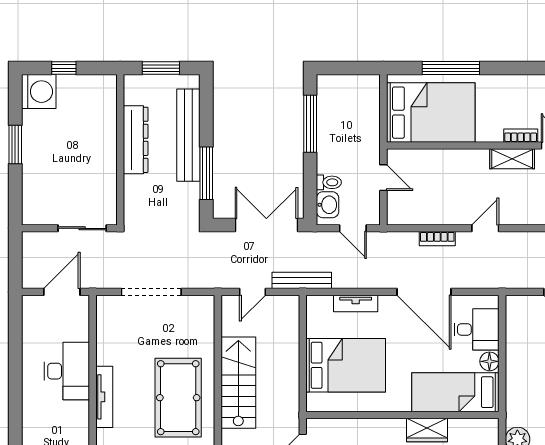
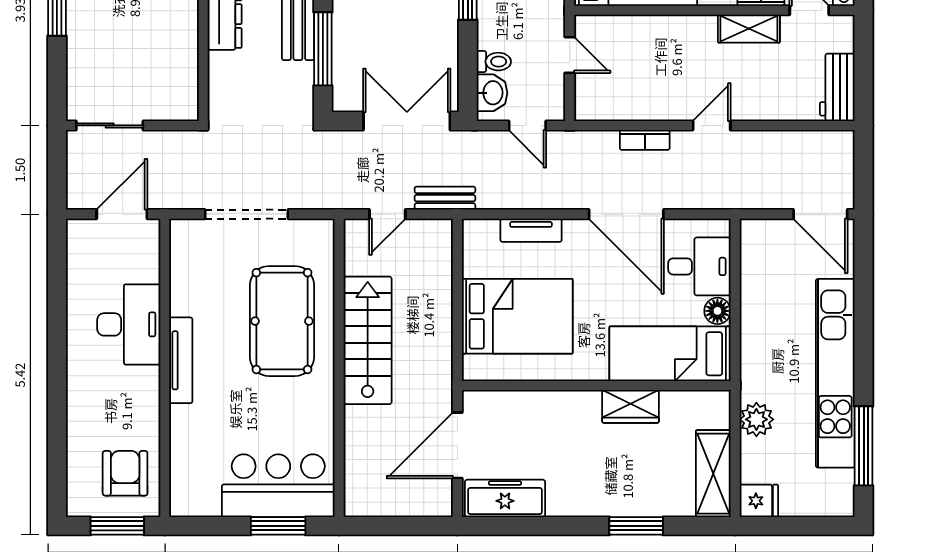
sliding door: (82, 228) -> (110, 125), moved
bench: (302, 280) -> (445, 198), width x0.73
pool table: (178, 398) -> (282, 321), moved

